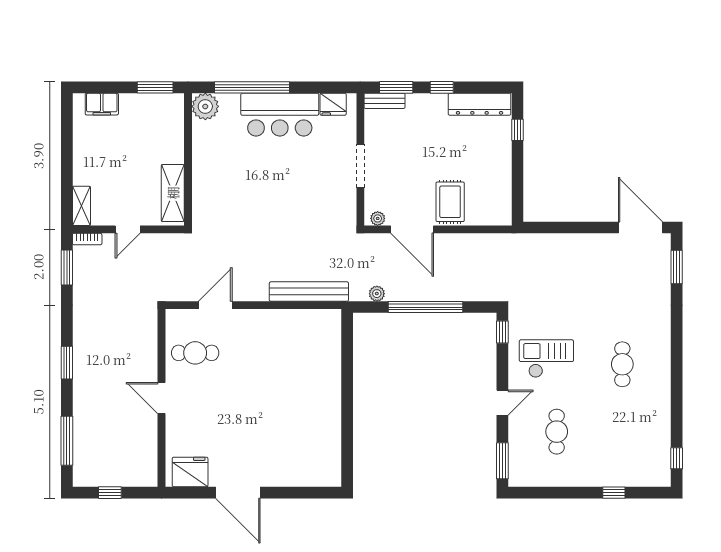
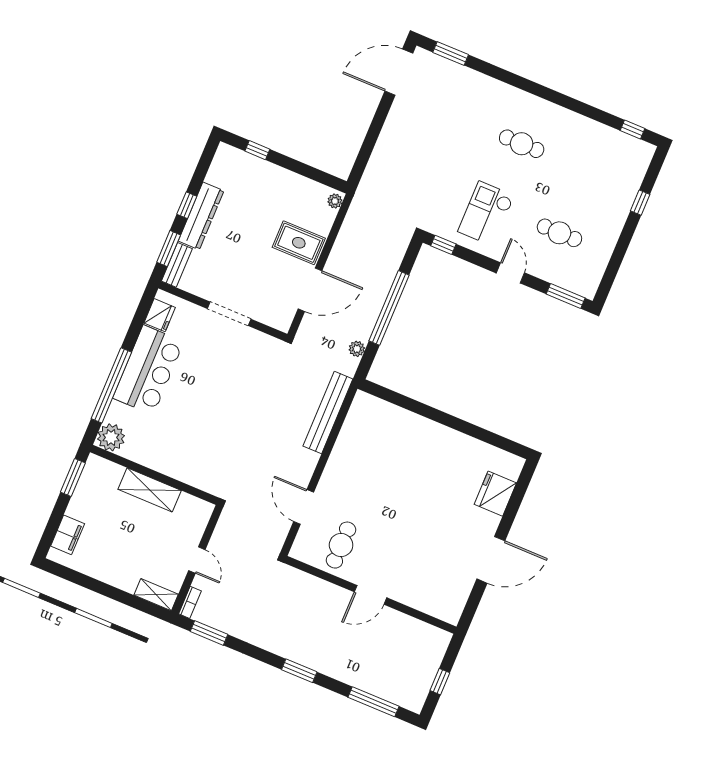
dresser: (480, 104) -> (201, 216), moved
shelving: (173, 193) -> (150, 490), moved
plant: (378, 218) -> (335, 201), moved
fridge: (190, 472) -> (495, 494), moved

